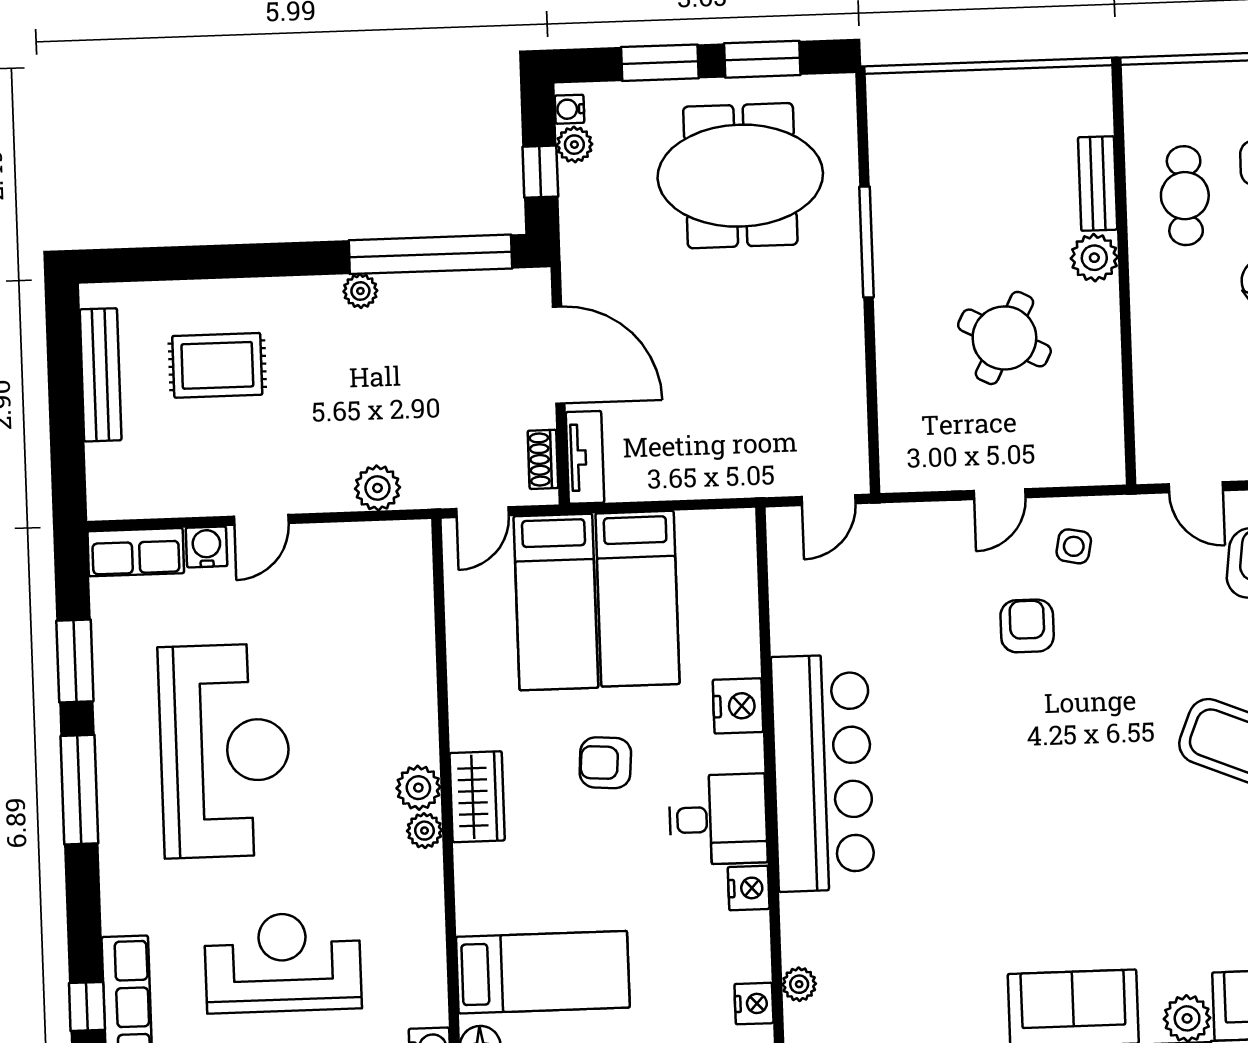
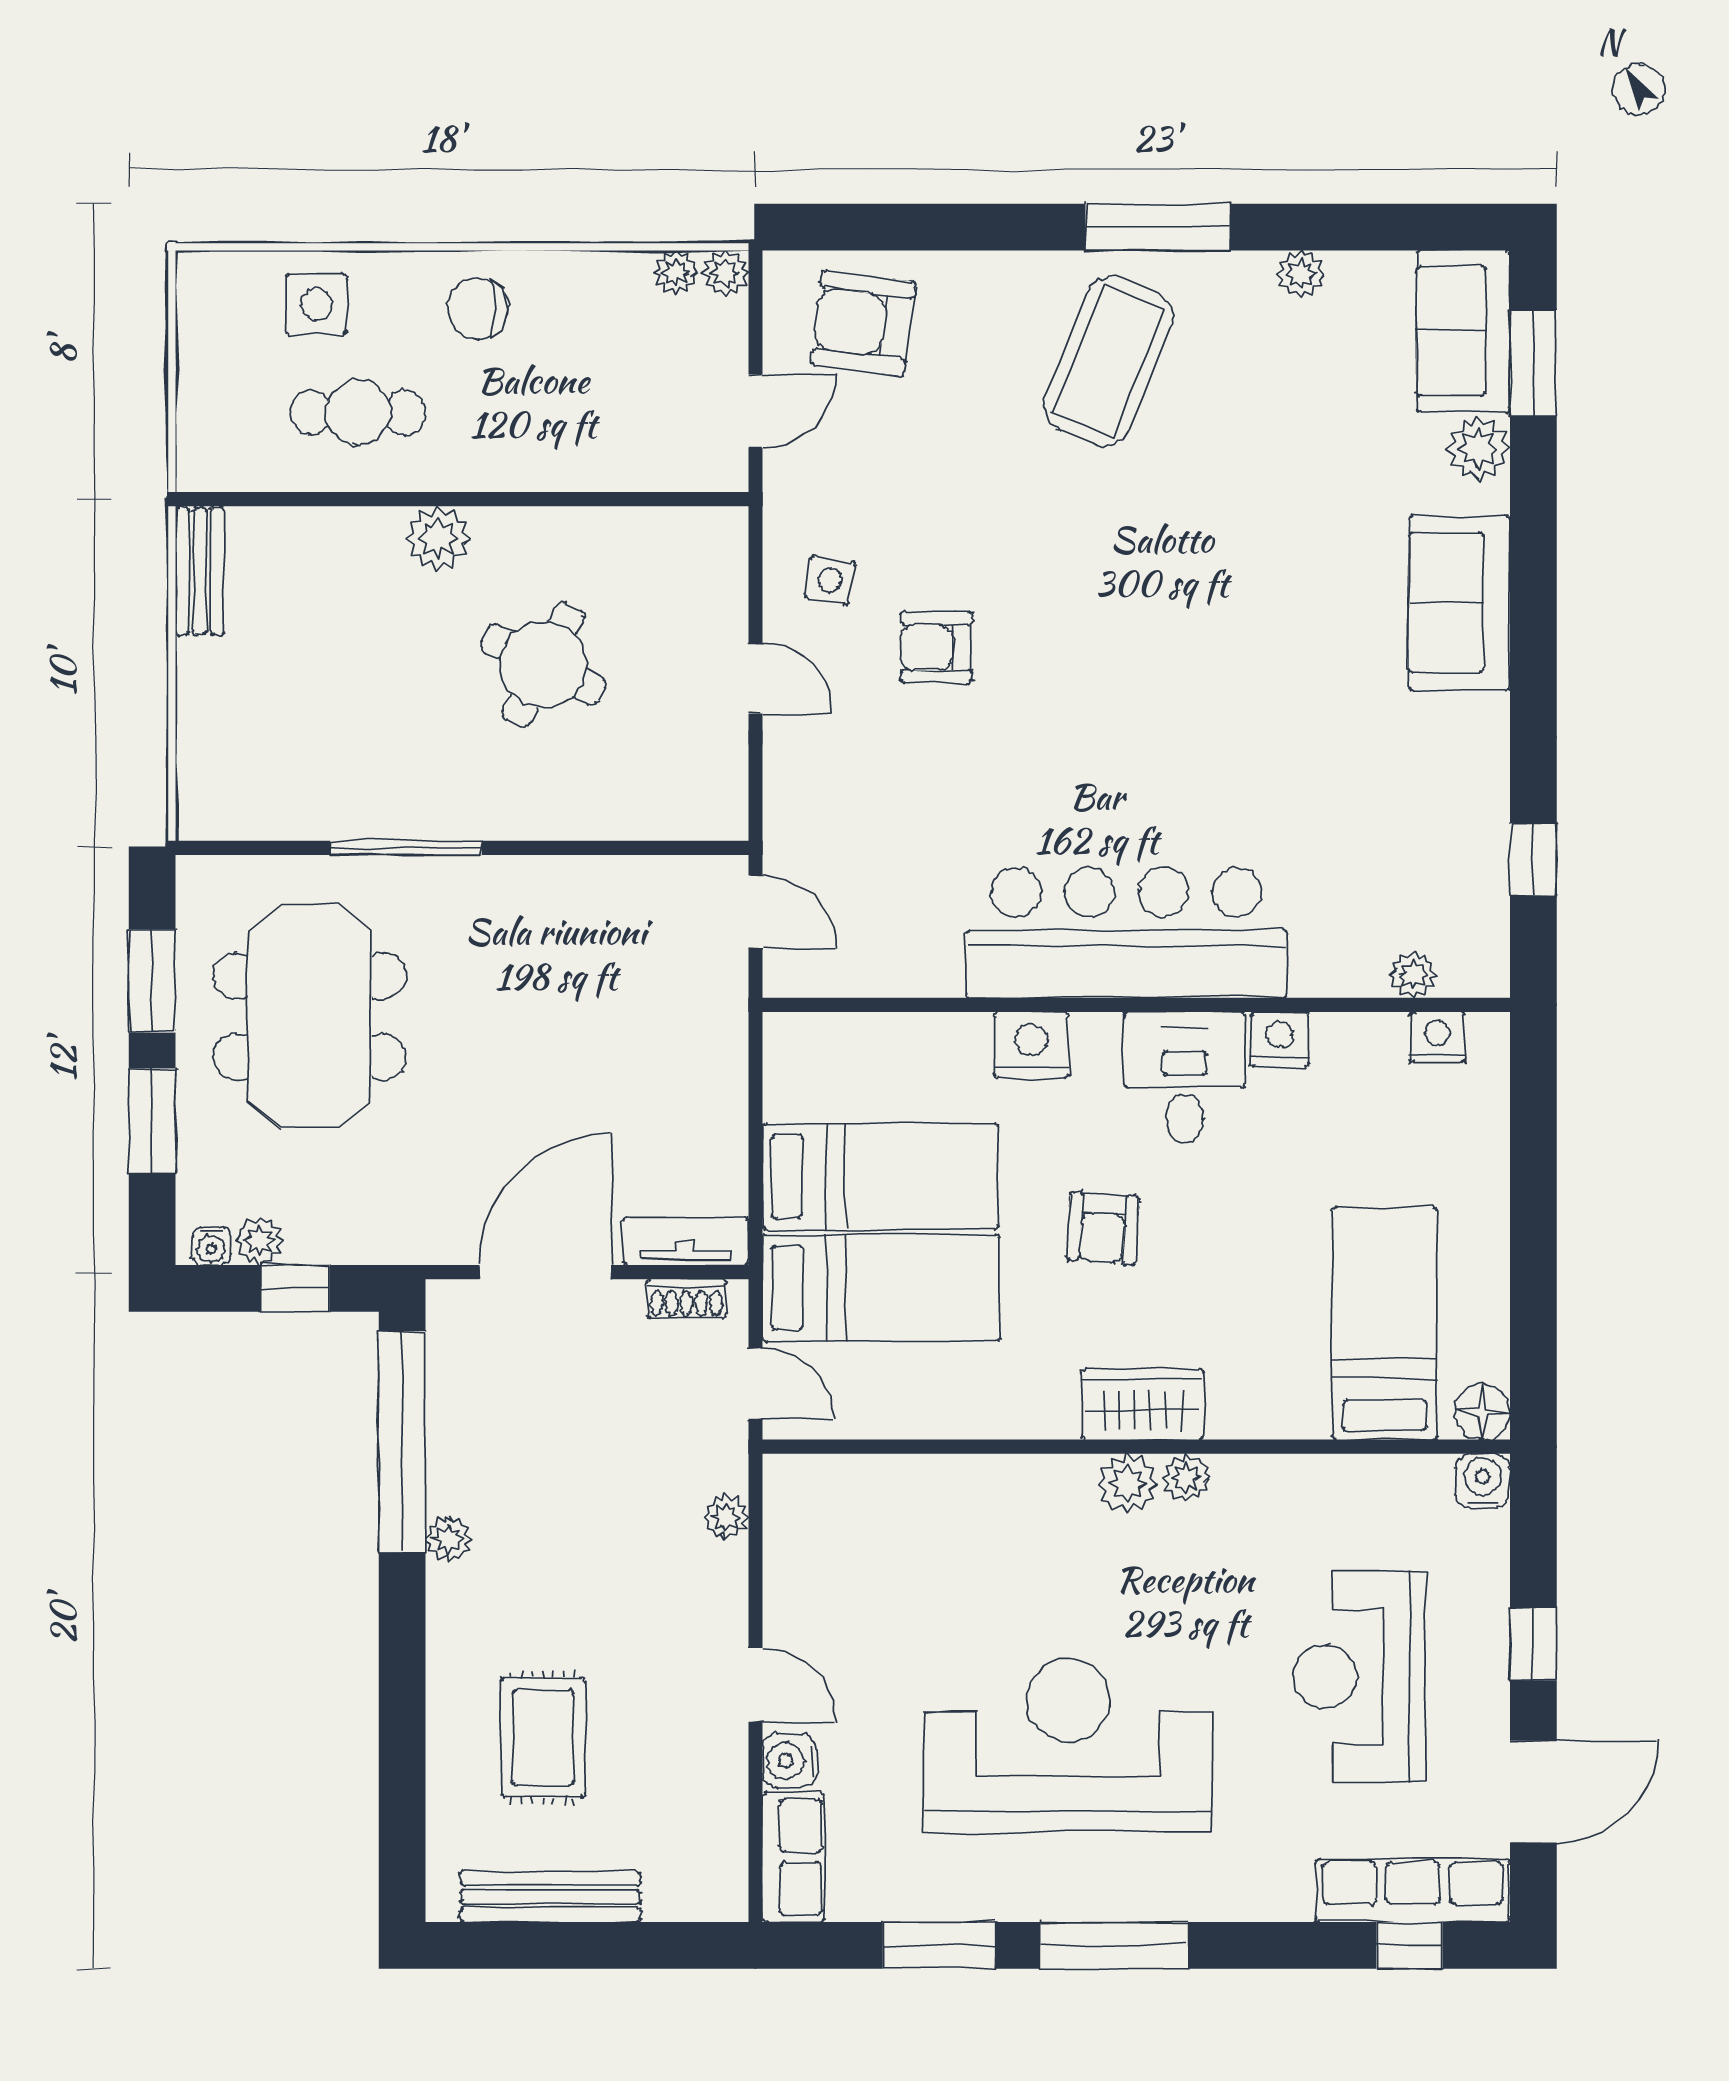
bench: (1098, 183) -> (200, 571), moved, turned 90
plant: (377, 488) -> (726, 1517), width x0.73, depth x0.73

